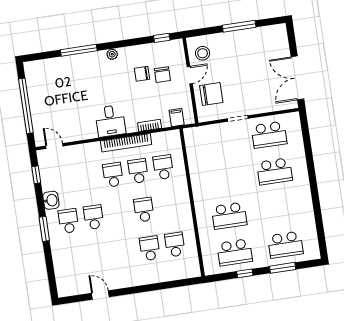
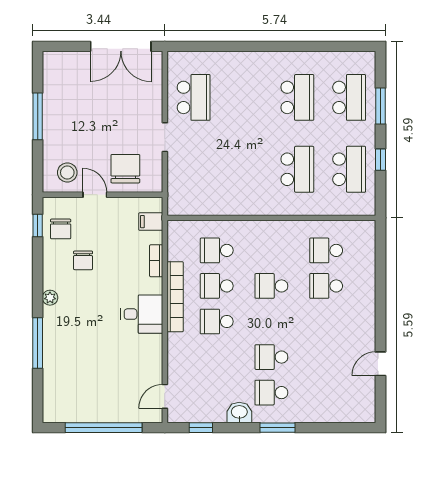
chair: (162, 75) -> (61, 229), moved, turned 90
school desk: (274, 171) -> (297, 97), moved

